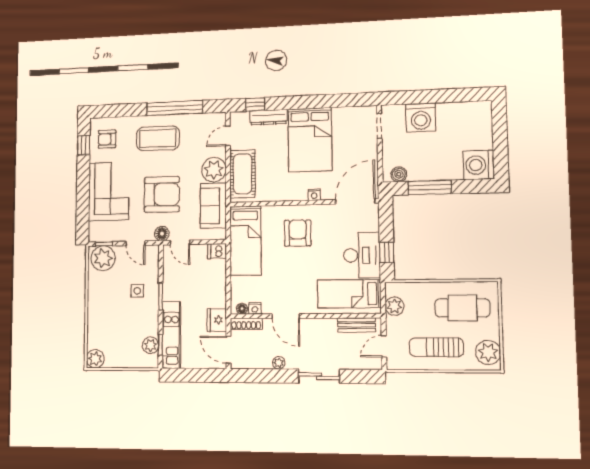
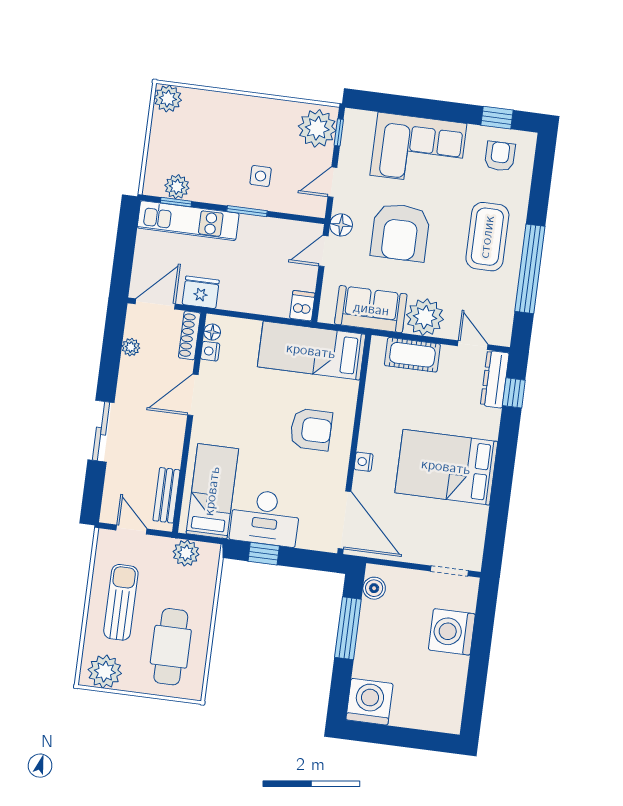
dresser: (268, 117) -> (495, 379), moved
cot: (242, 174) -> (412, 355), width x0.73, depth x0.75
plant: (279, 363) -> (131, 347), moved

